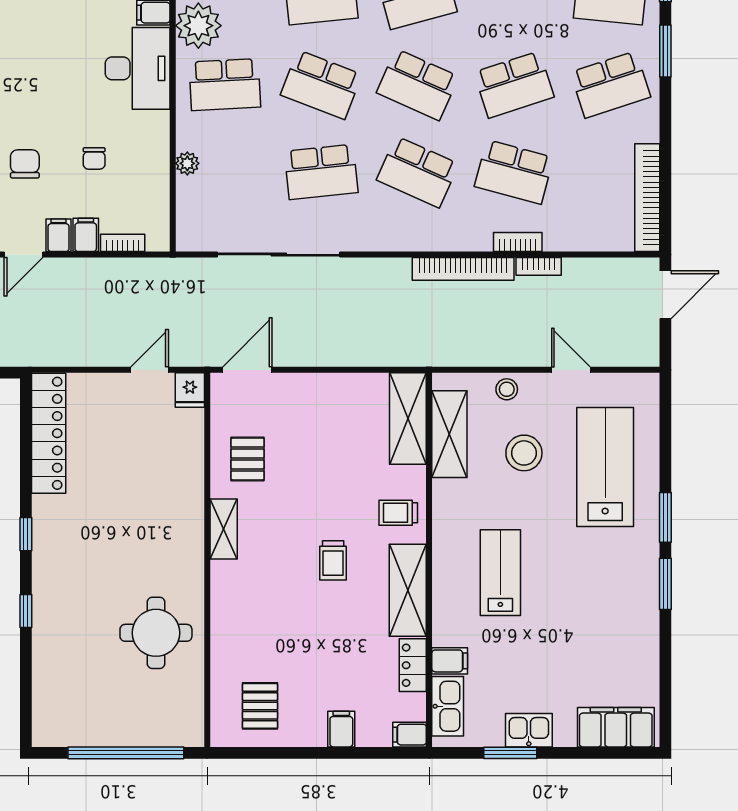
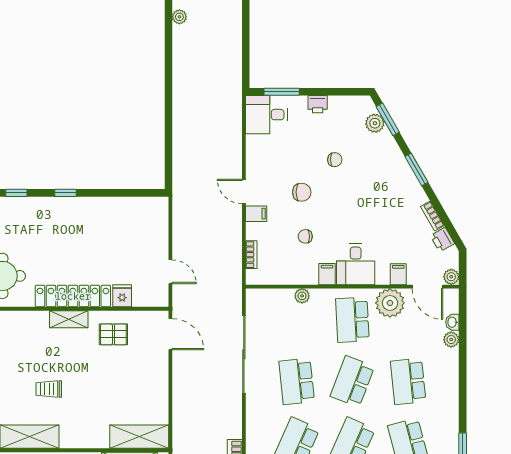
desk: (138, 68) -> (356, 264), width x0.73
filing cabinet: (86, 235) -> (327, 274), moved, turned -90
fridge: (190, 390) -> (122, 296), moved, turned 90
locker: (49, 433) -> (73, 296), moved, turned 180
trolley: (398, 513) -> (79, 431), removed

